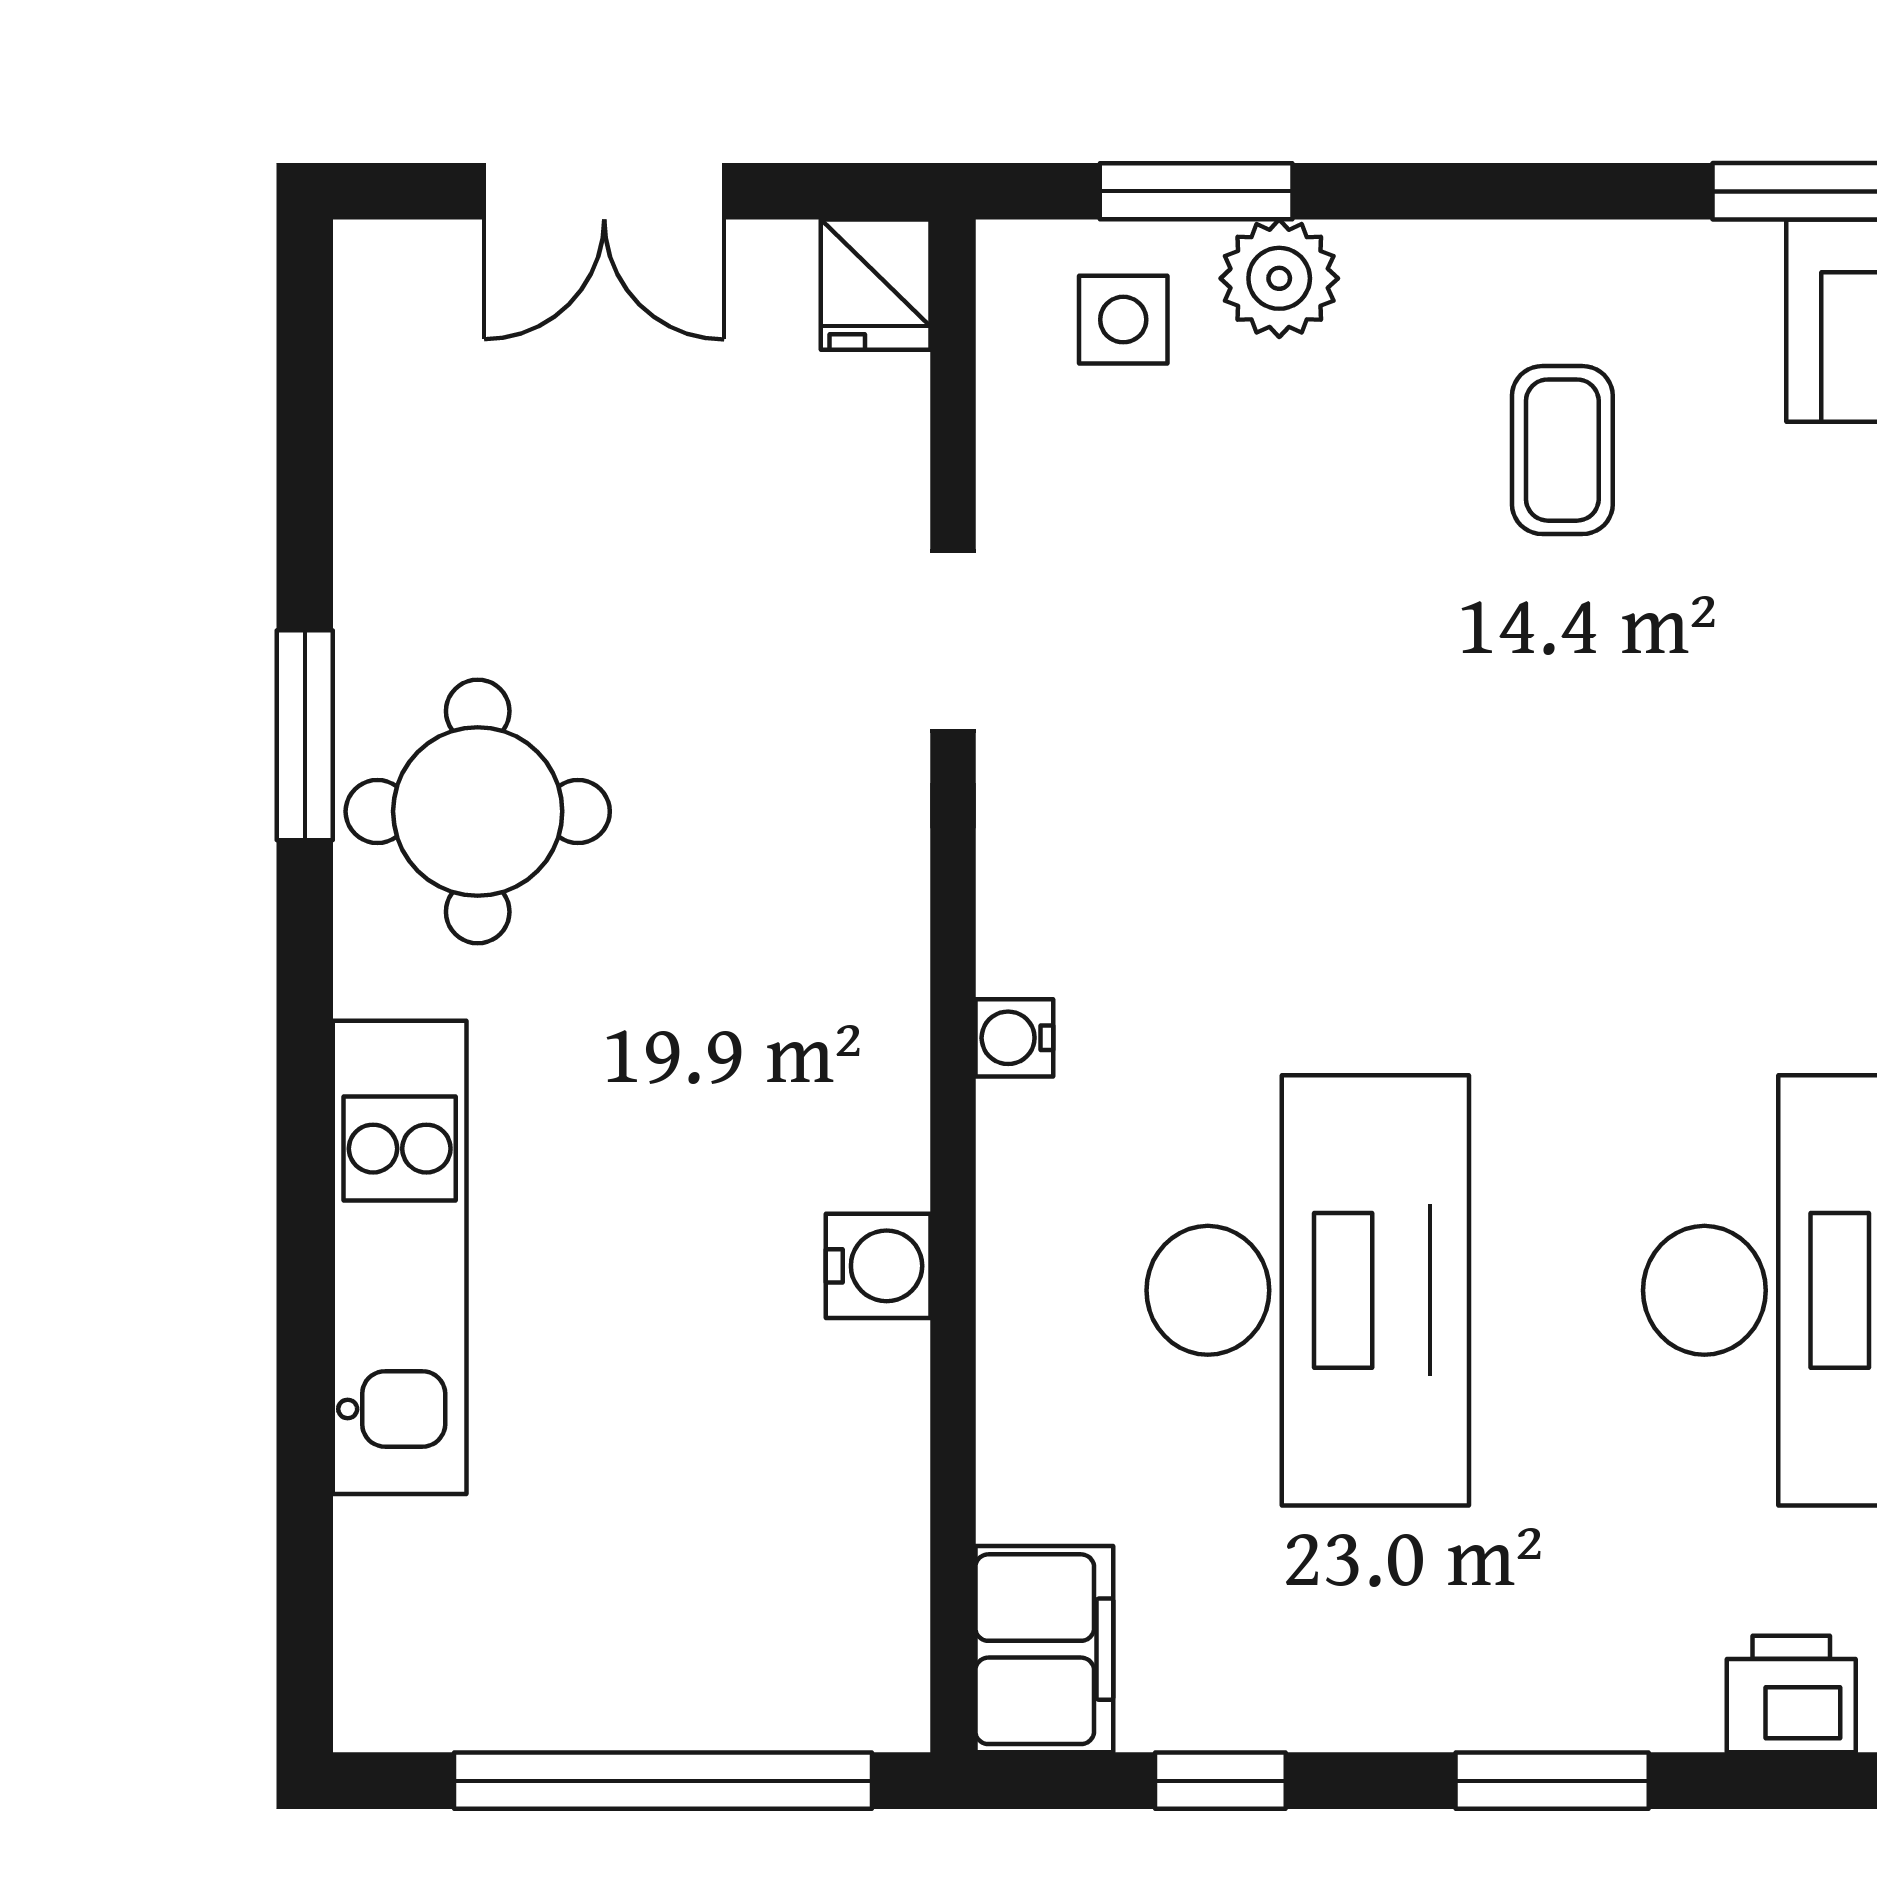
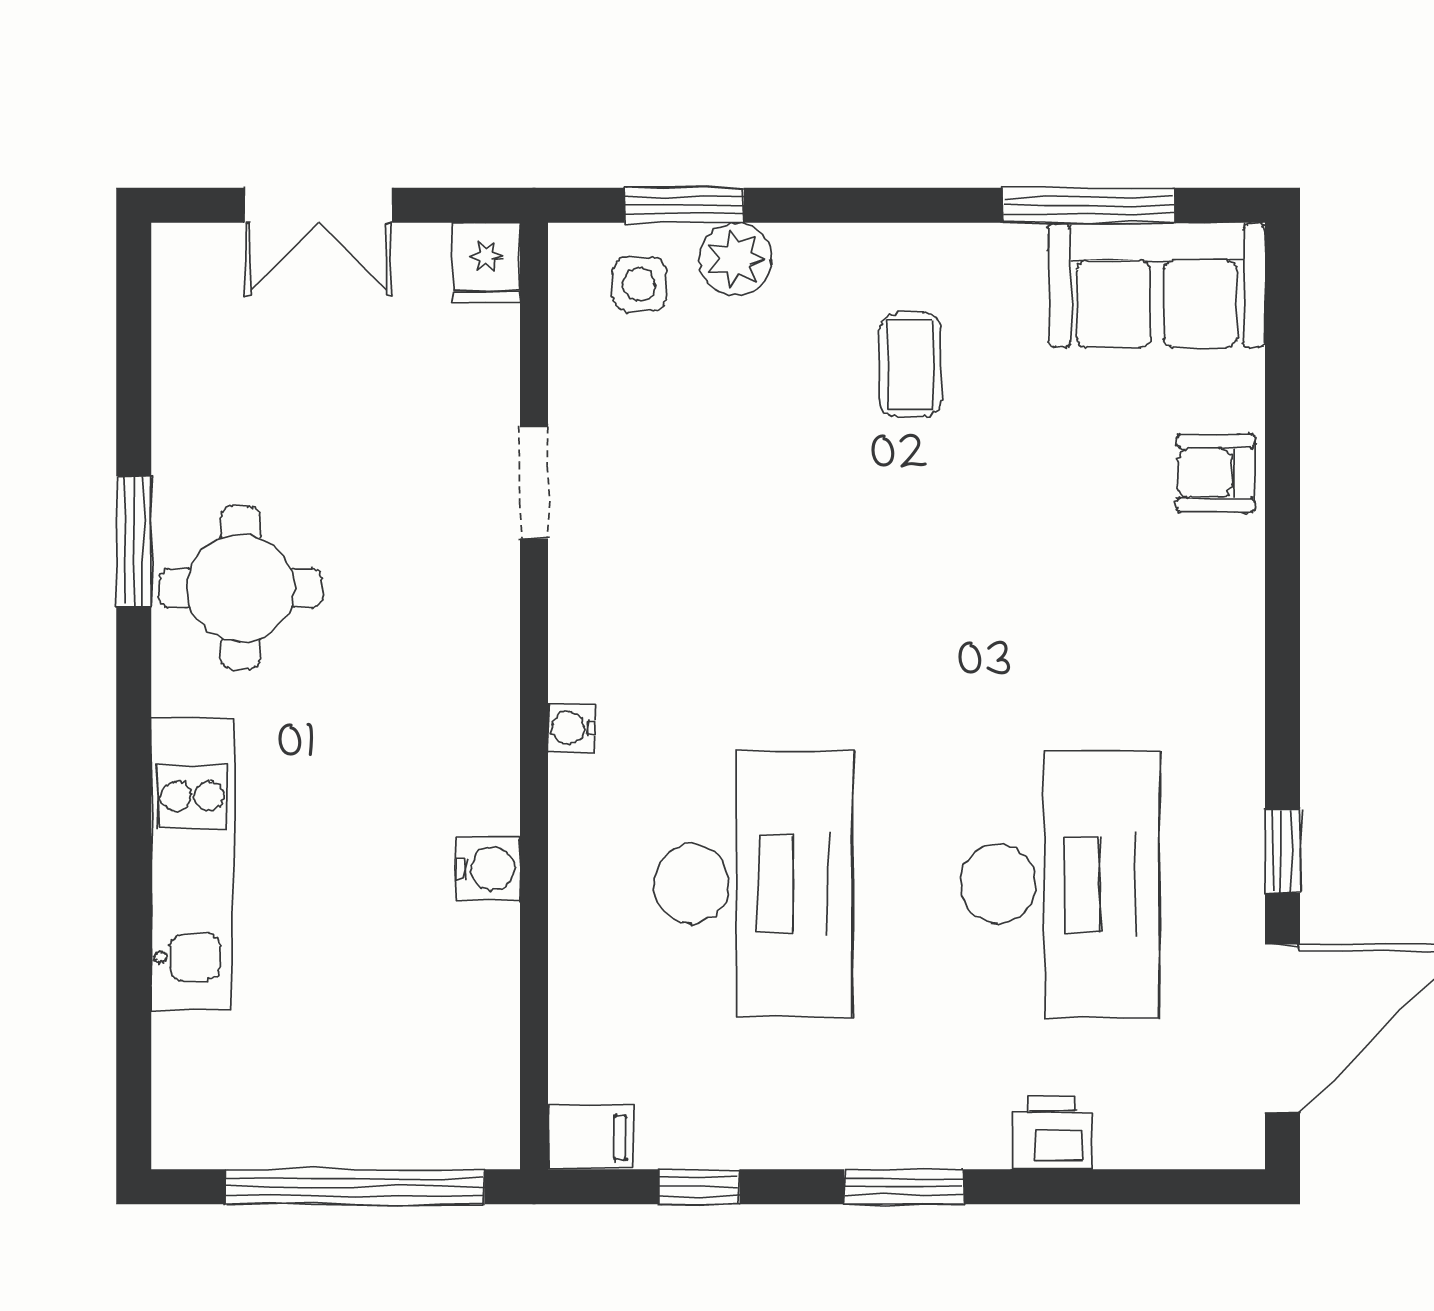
filing cabinet: (1044, 1649) -> (590, 1137), width x0.50

